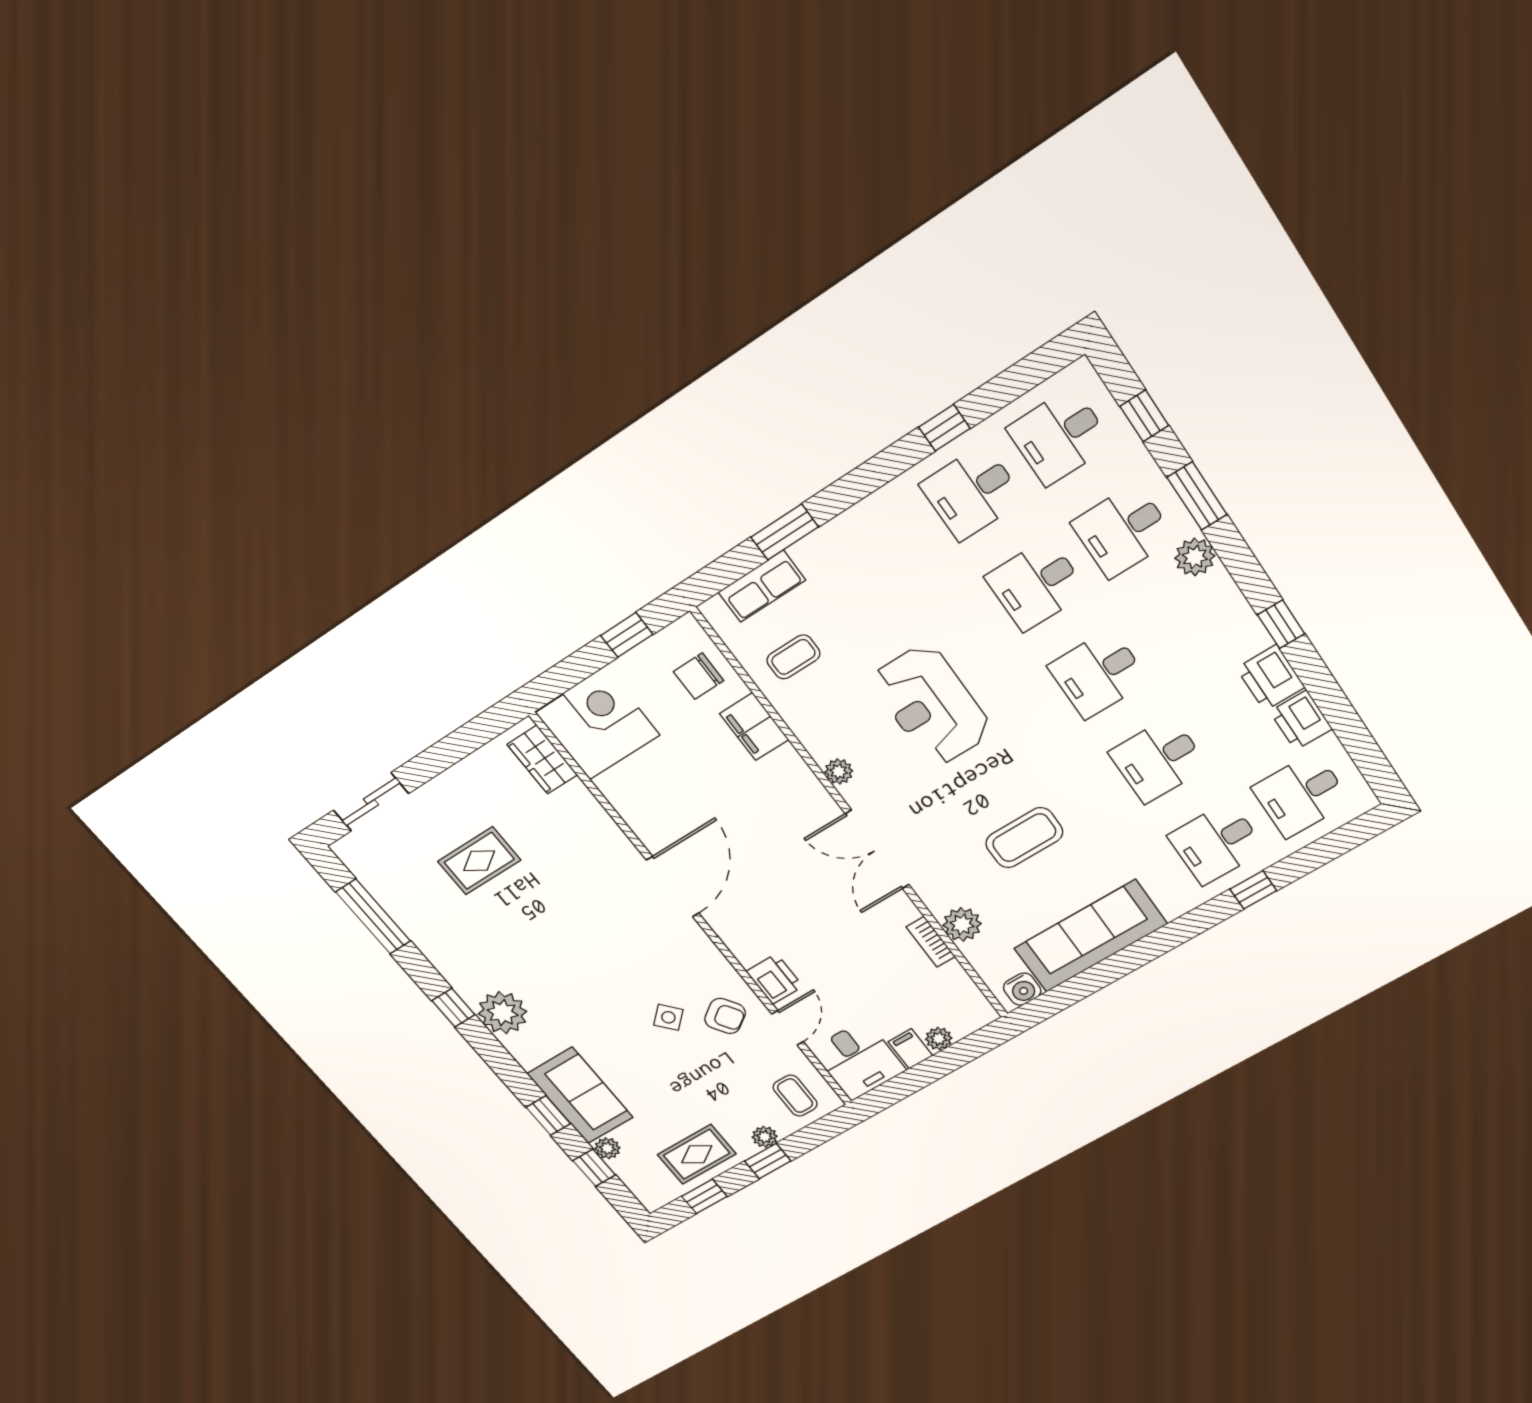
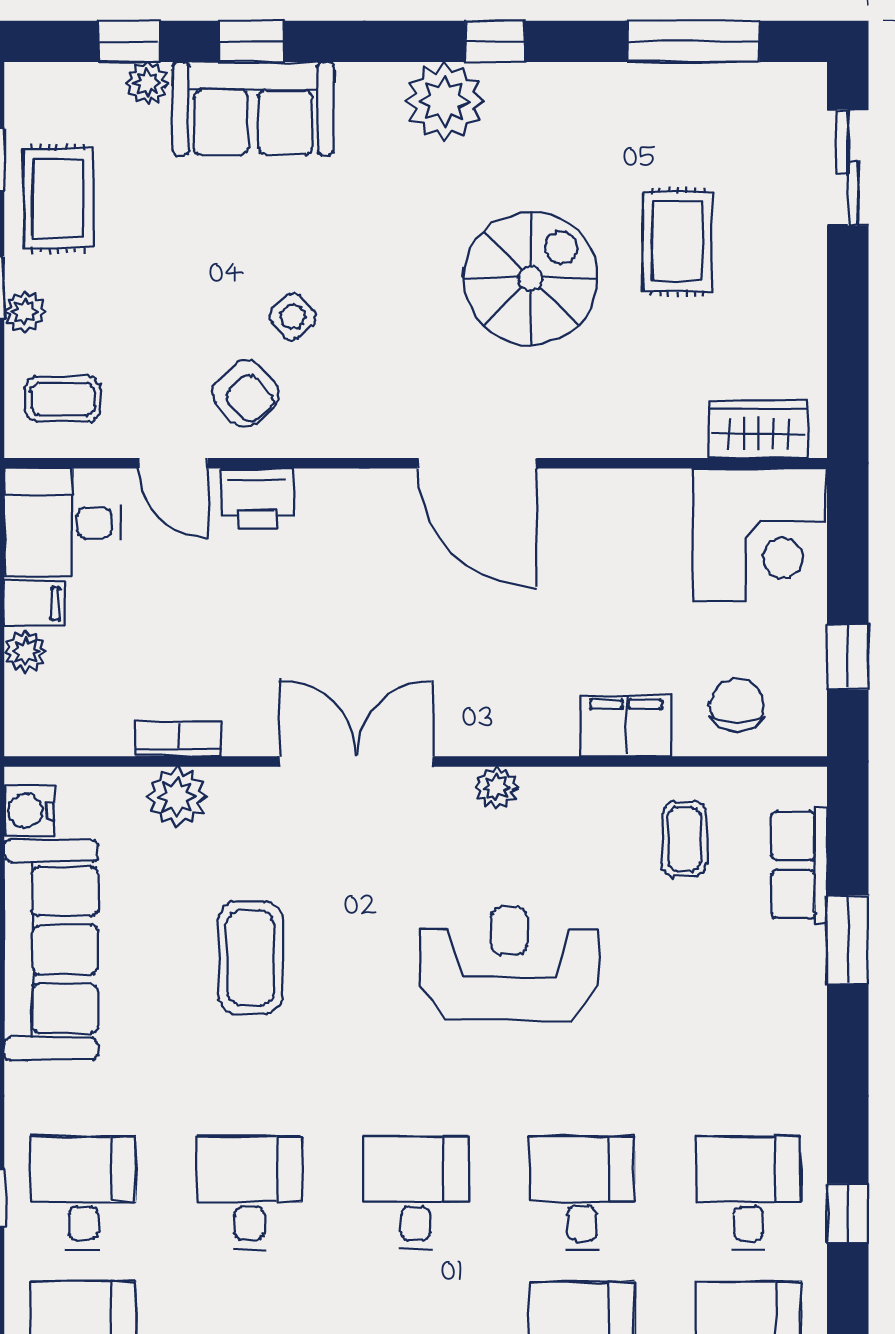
spiral stairs: (557, 919) -> (530, 278), added
armchair: (725, 1016) -> (245, 393), turned -98

